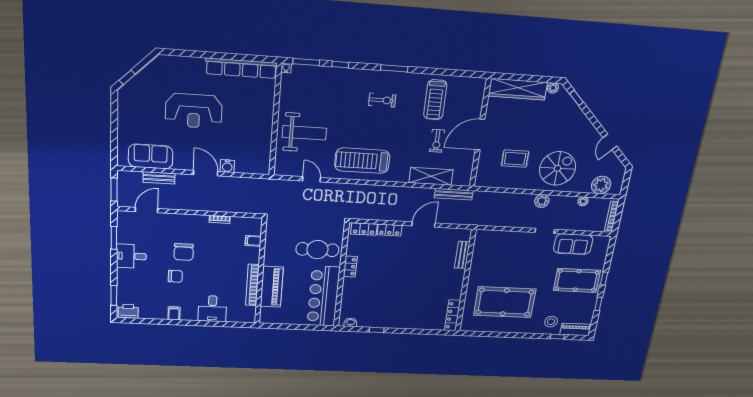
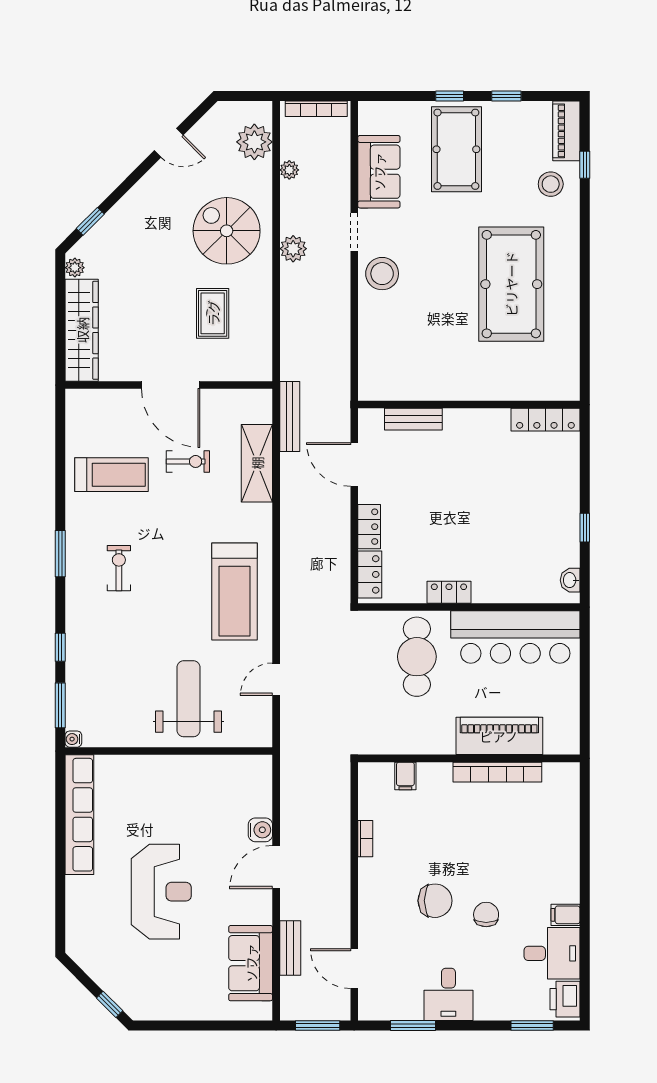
stool: (521, 243) -> (382, 274), added
bench: (462, 255) -> (413, 419), moved
wall: (466, 281) -> (469, 405), moved
desk: (212, 309) -> (552, 953), moved
locker: (452, 315) -> (545, 420), moved

